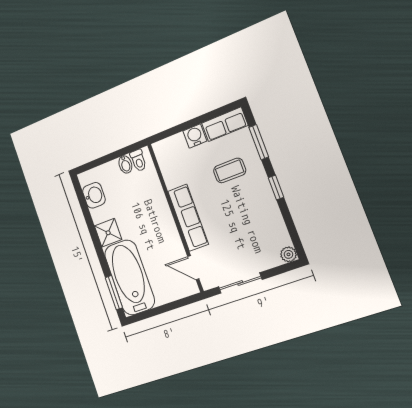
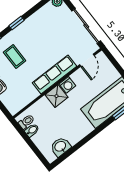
washing machine: (169, 230) -> (67, 85), added
shower: (108, 233) -> (56, 96), moved
sliding door: (240, 283) -> (86, 26), width x1.37

